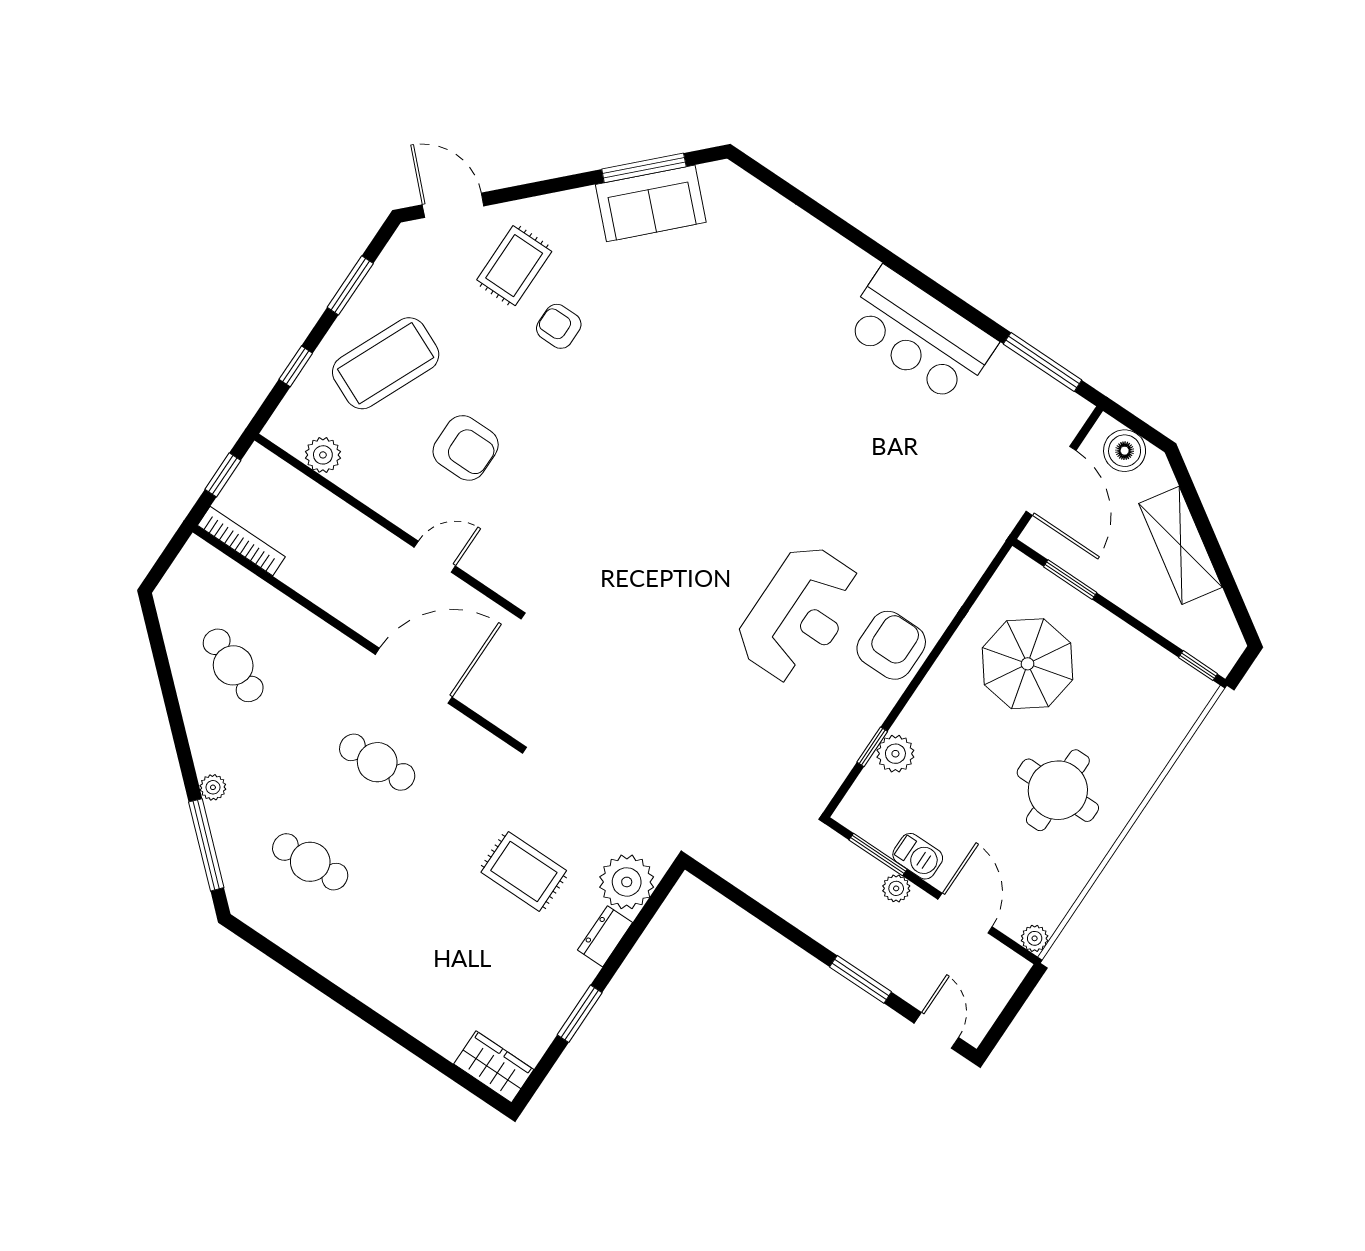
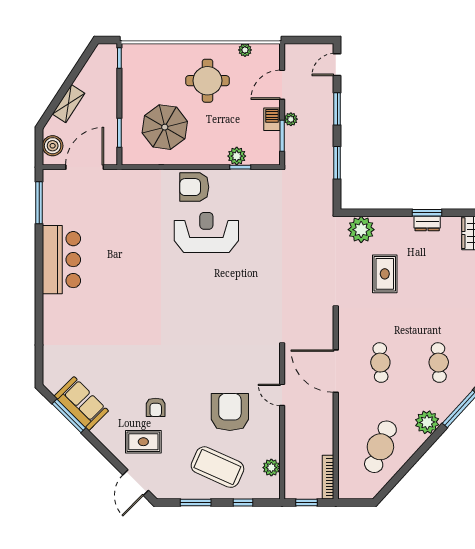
armchair: (466, 448) -> (230, 412), width x1.36, depth x1.36
shelving: (1181, 545) -> (68, 104), width x0.67, depth x0.75
cafe table: (233, 665) -> (380, 447), width x1.37, depth x1.35
plant: (213, 787) -> (427, 422), width x1.88, depth x1.88
window: (769, 918) -> (337, 163), added
dresser: (605, 936) -> (427, 224), moved
plant: (1035, 938) -> (245, 50), moved

